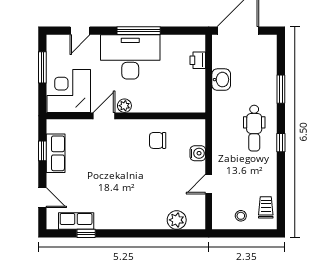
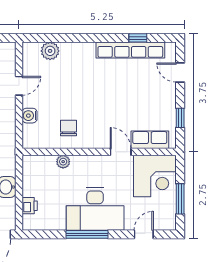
plant: (124, 106) -> (63, 162), moved
door: (104, 116) -> (121, 152), swing flipped
chair: (158, 140) -> (68, 128), turned -90
row of seats: (56, 153) -> (150, 140), moved, turned 90
row of seats: (76, 221) -> (130, 50), width x2.02

